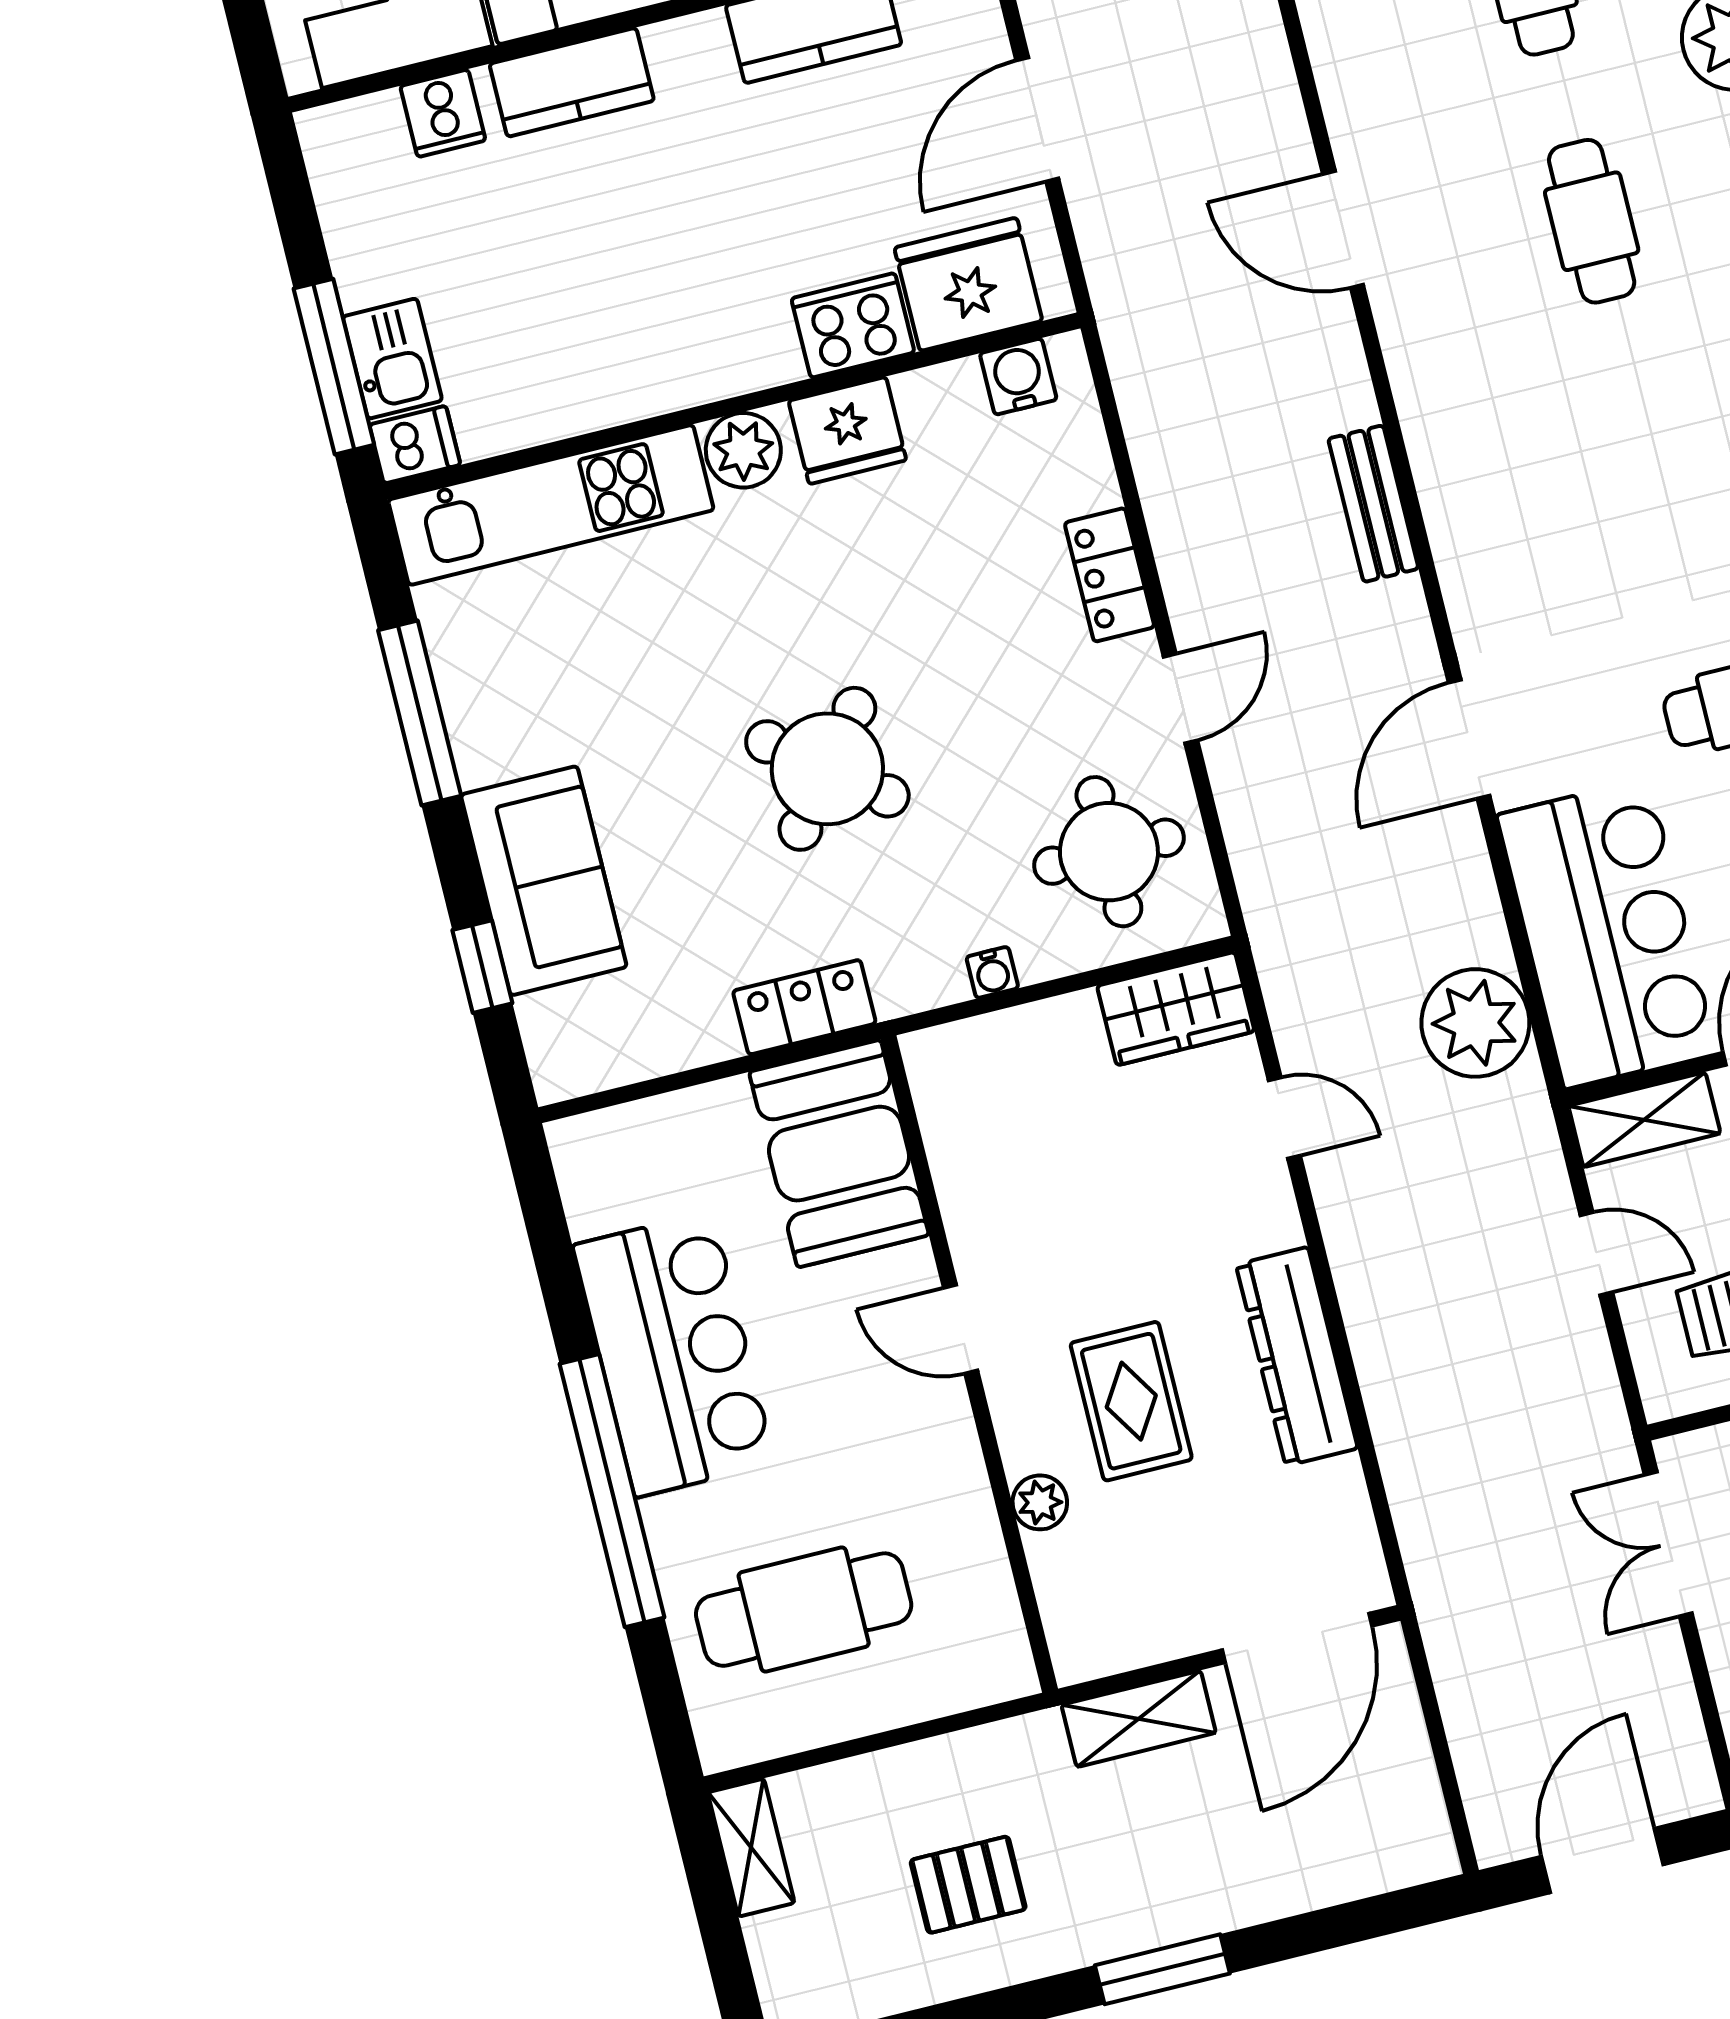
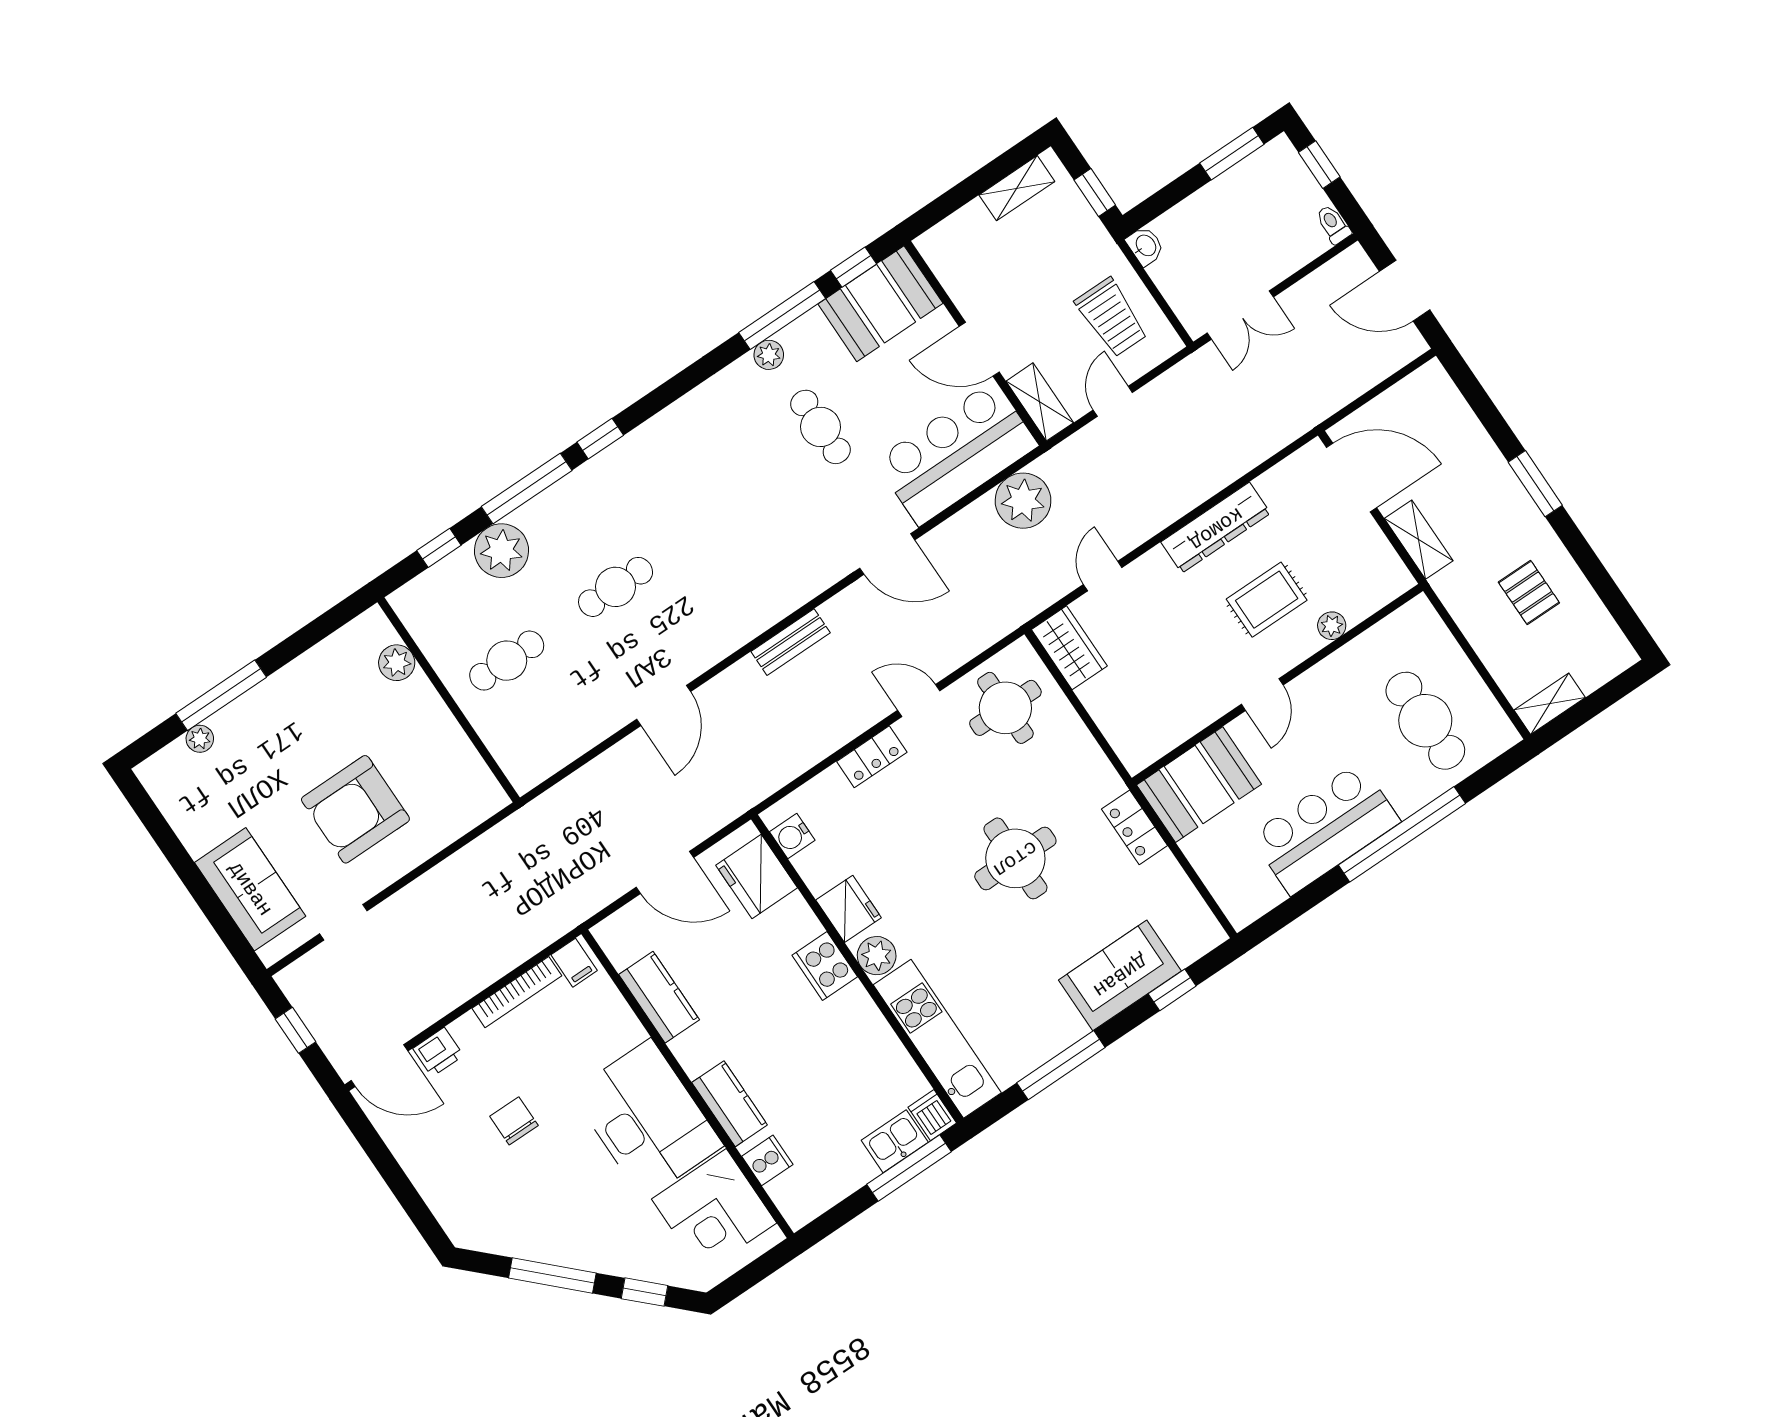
cooker: (853, 325) -> (825, 966), moved
round table: (827, 769) -> (1015, 858), turned -38
water cooler: (992, 972) -> (1084, 743), removed

